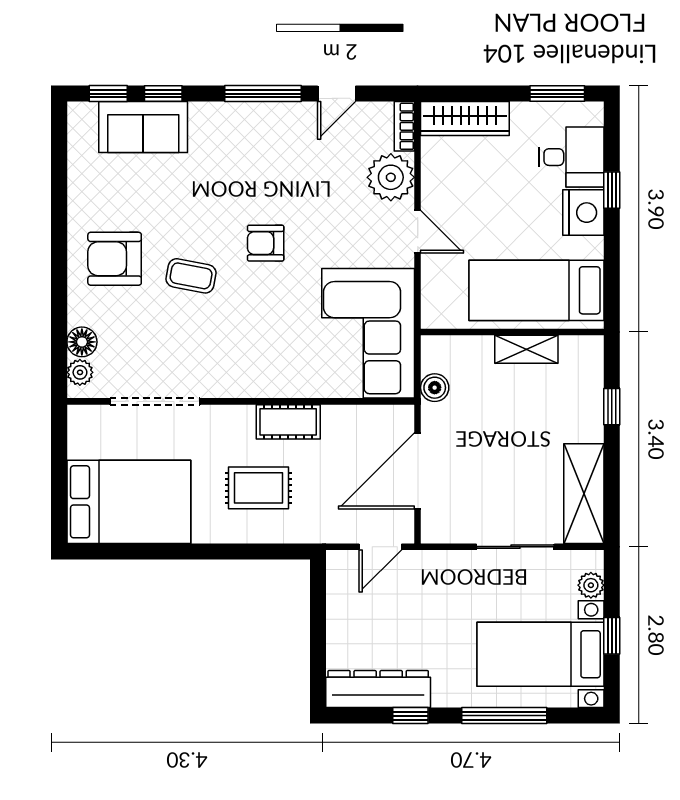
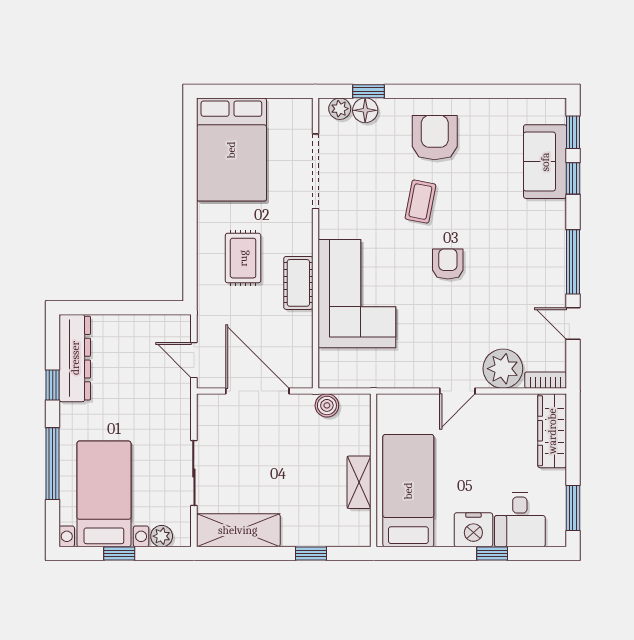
corner sofa: (368, 333) -> (357, 294), moved, turned 90
window: (59, 338) -> (369, 91), added

